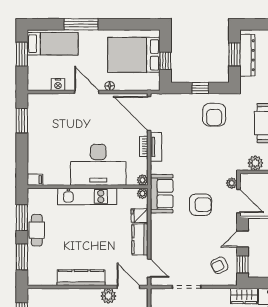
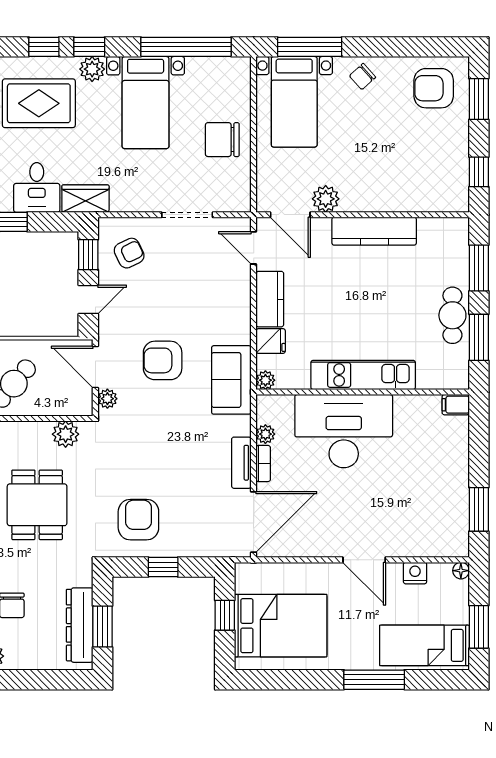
floor lamp: (110, 86) -> (461, 571), moved
door: (149, 113) -> (254, 522), hinge flipped
plant: (142, 180) -> (265, 434), moved

